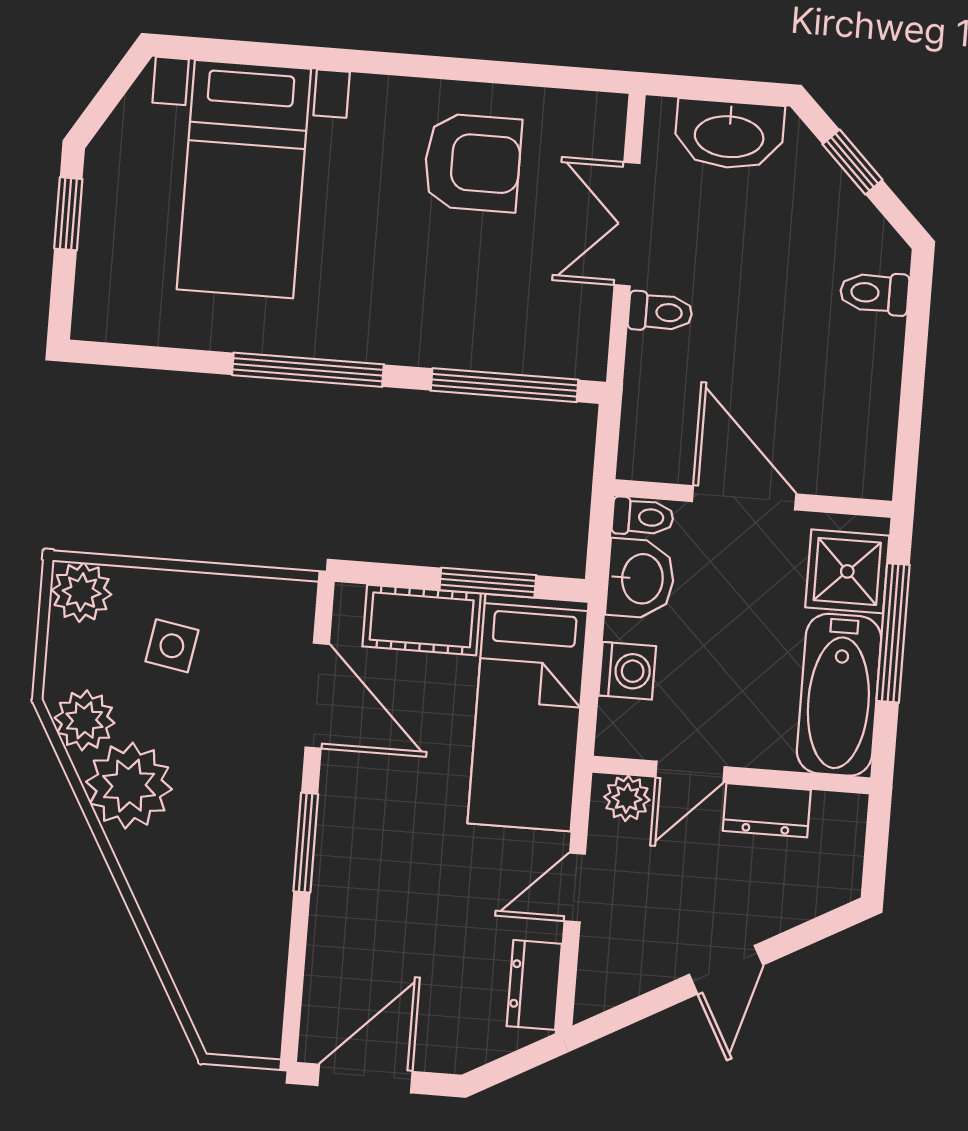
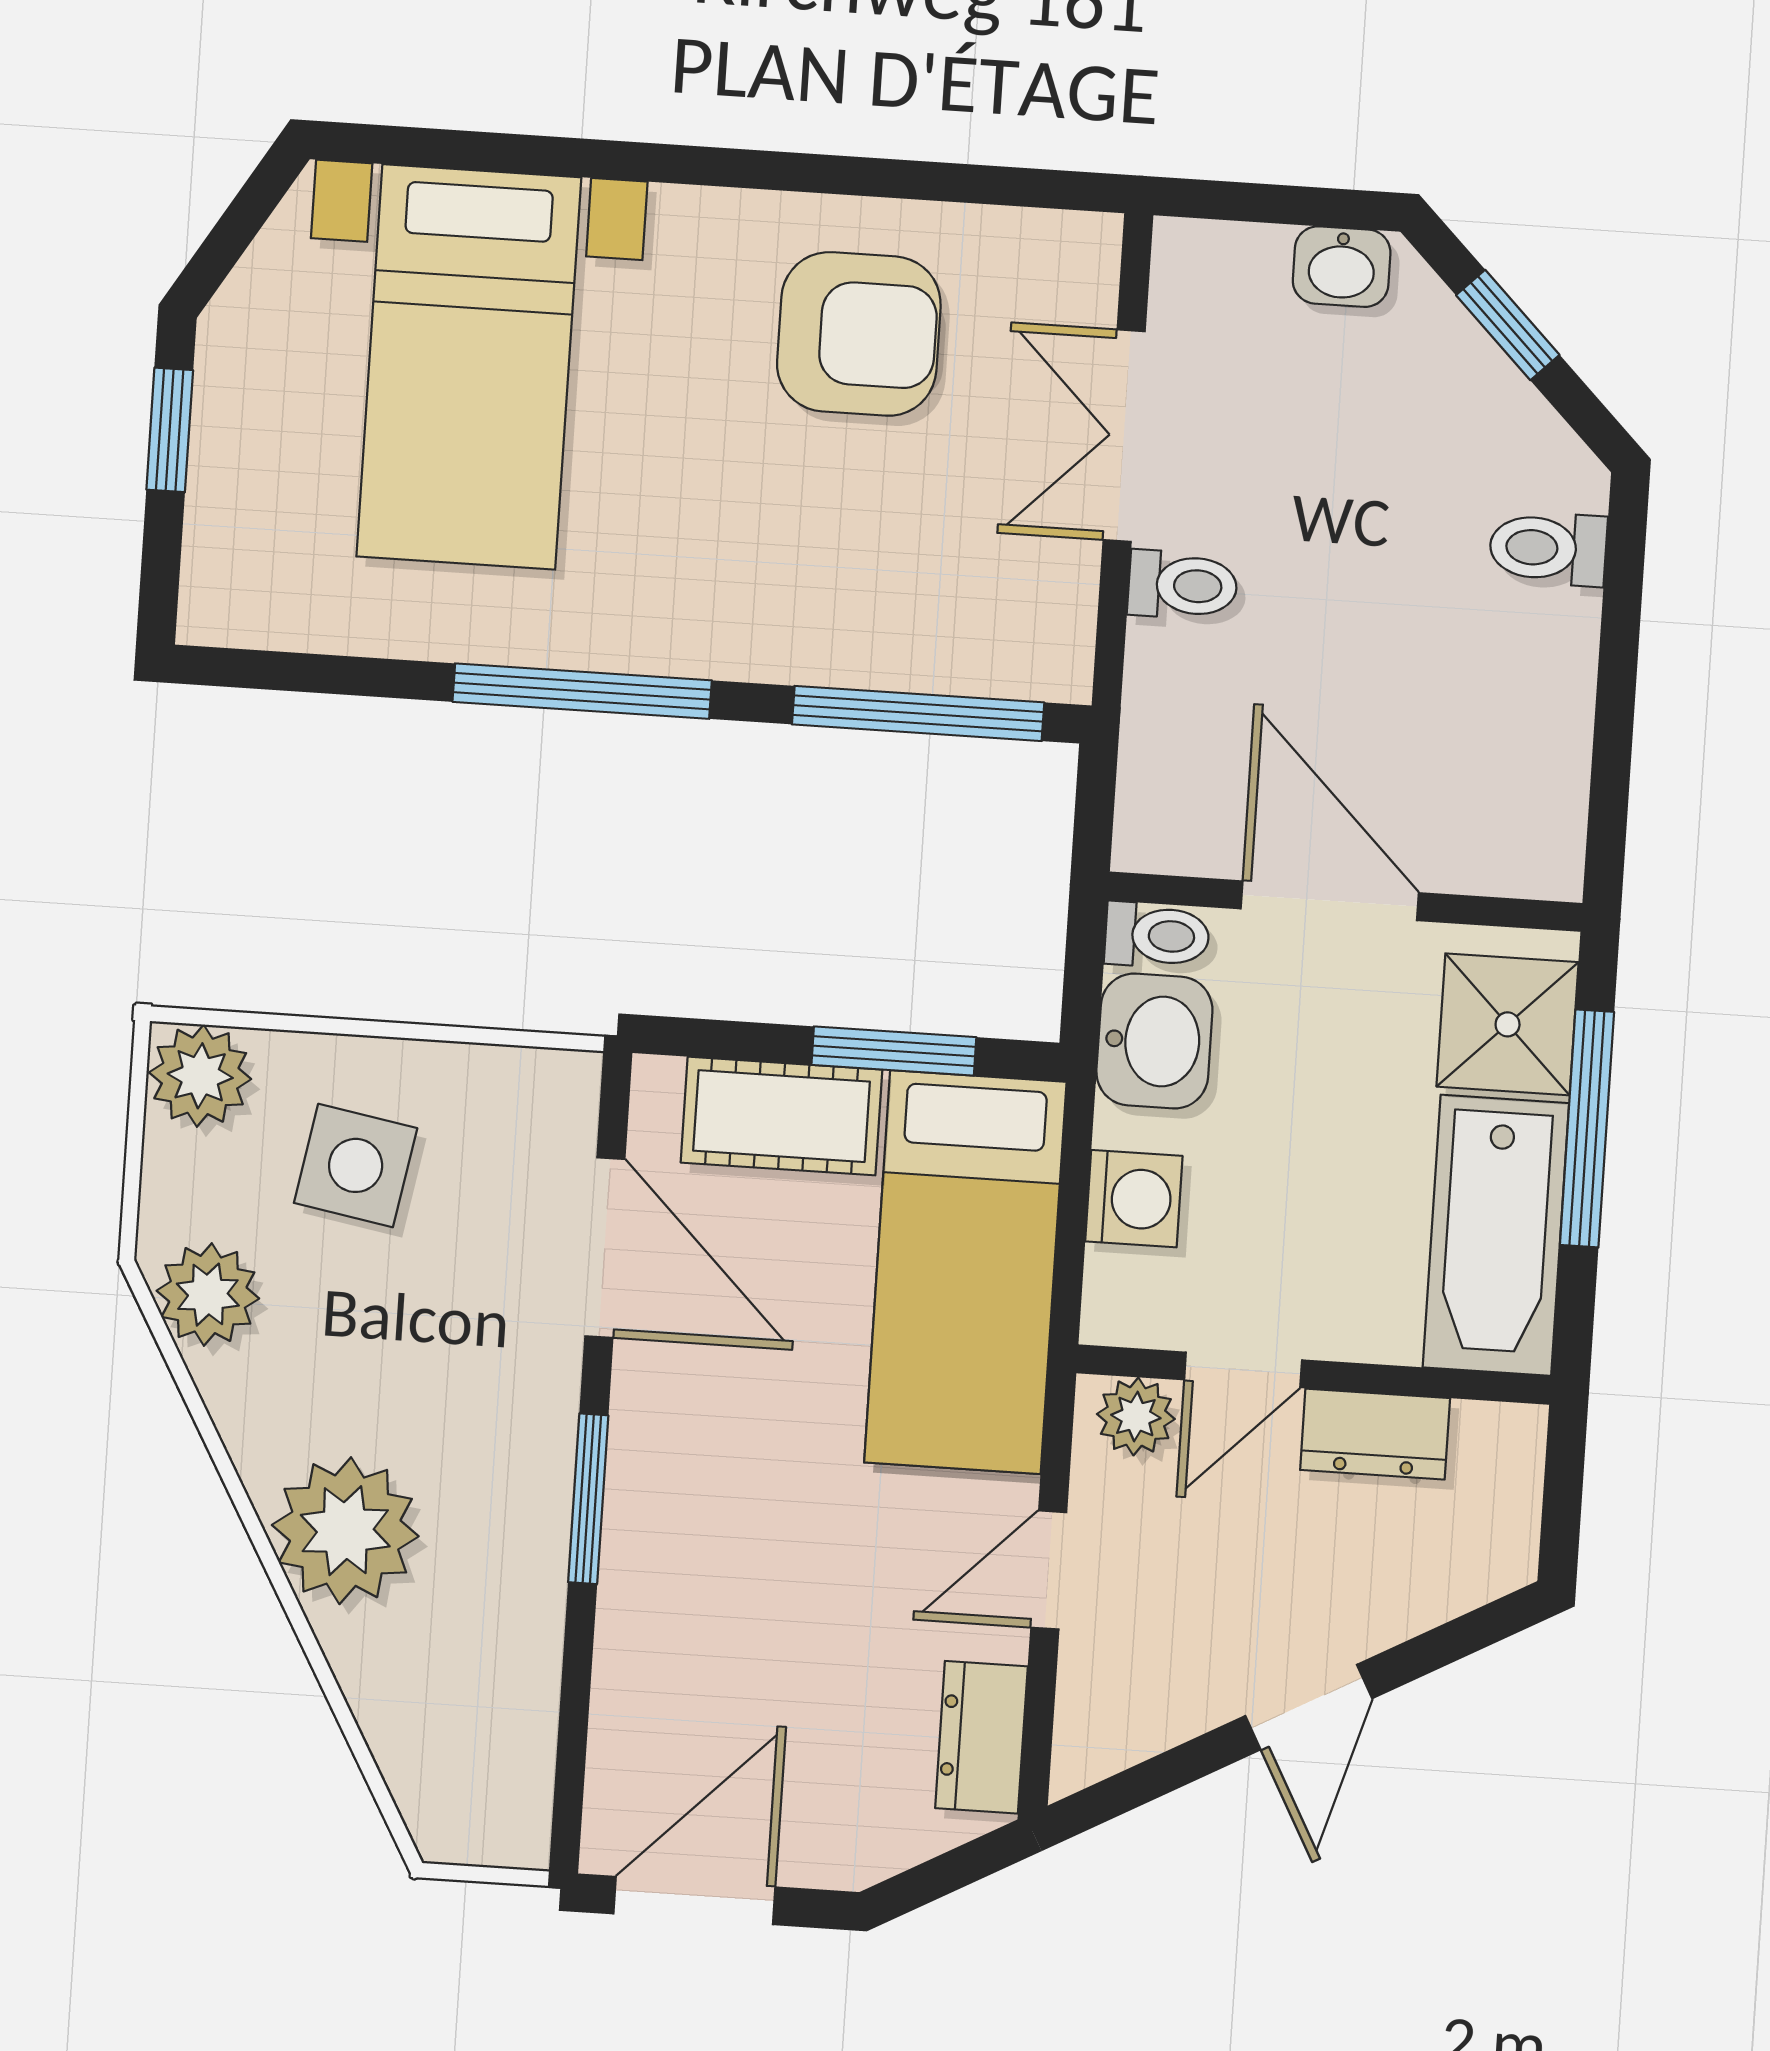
washbasin: (729, 135) -> (1342, 267), width x0.52, depth x0.69
side table: (172, 646) -> (356, 1165), width x1.37, depth x1.37
plant: (129, 786) -> (345, 1531), moved

